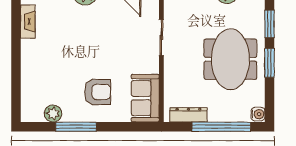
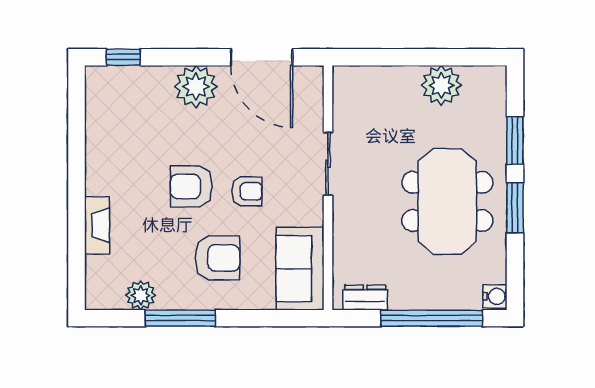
fireplace: (28, 22) -> (97, 225), moved
armchair: (82, 51) -> (191, 186), added
armchair: (115, 53) -> (247, 191), added
dresser: (188, 115) -> (365, 298), width x0.70

